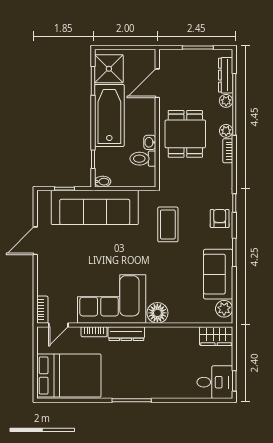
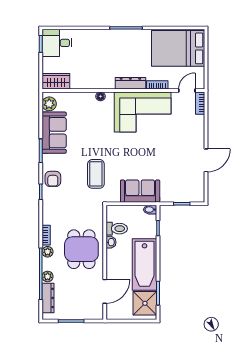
sofa: (95, 207) -> (140, 191), width x0.54, depth x0.79
floor lamp: (157, 313) -> (100, 96), width x0.53, depth x0.53

